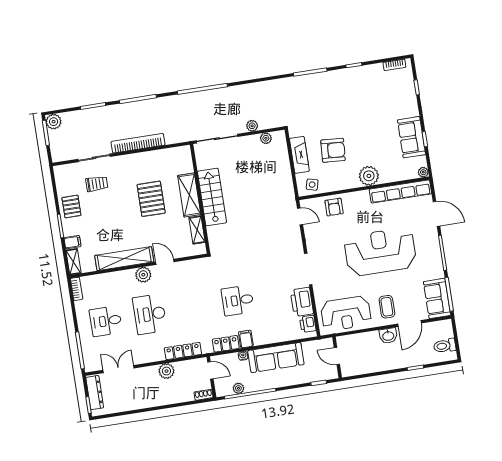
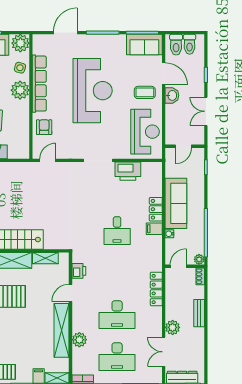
plant: (423, 172) -> (20, 43), width x1.87, depth x1.87
side table: (312, 185) -> (20, 68), moved
row of seats: (400, 191) -> (39, 84), moved
armchair: (334, 207) -> (44, 127), turned -90
reception desk: (380, 252) -> (93, 91), turned 180
plant: (143, 275) -> (79, 340), moved
desk: (106, 321) -> (117, 357), width x1.37
printer: (308, 324) -> (79, 271), moved, turned -90
toilet: (442, 332) -> (176, 45), added
locker: (226, 344) -> (156, 209), moved
plant: (166, 371) -> (173, 327), moved
double door: (377, 374) -> (206, 111), added
plant: (238, 388) -> (199, 259), moved
bench: (165, 400) -> (199, 313), added

